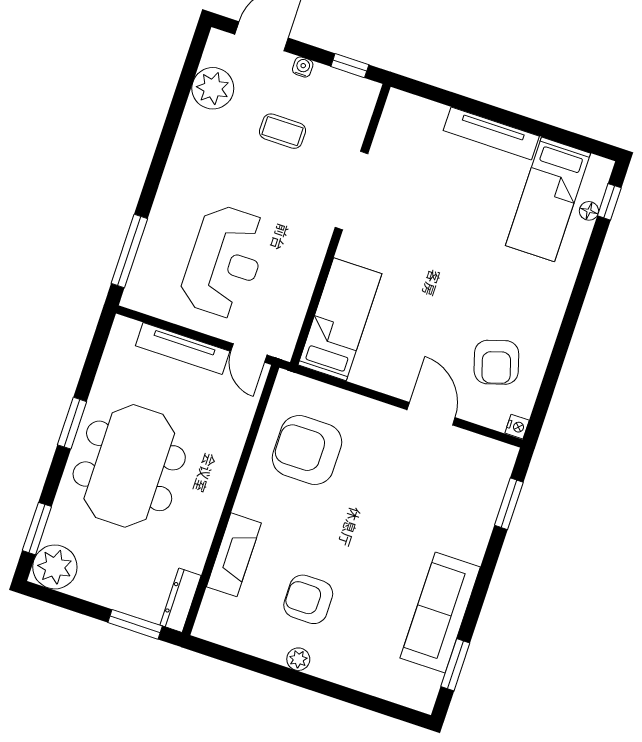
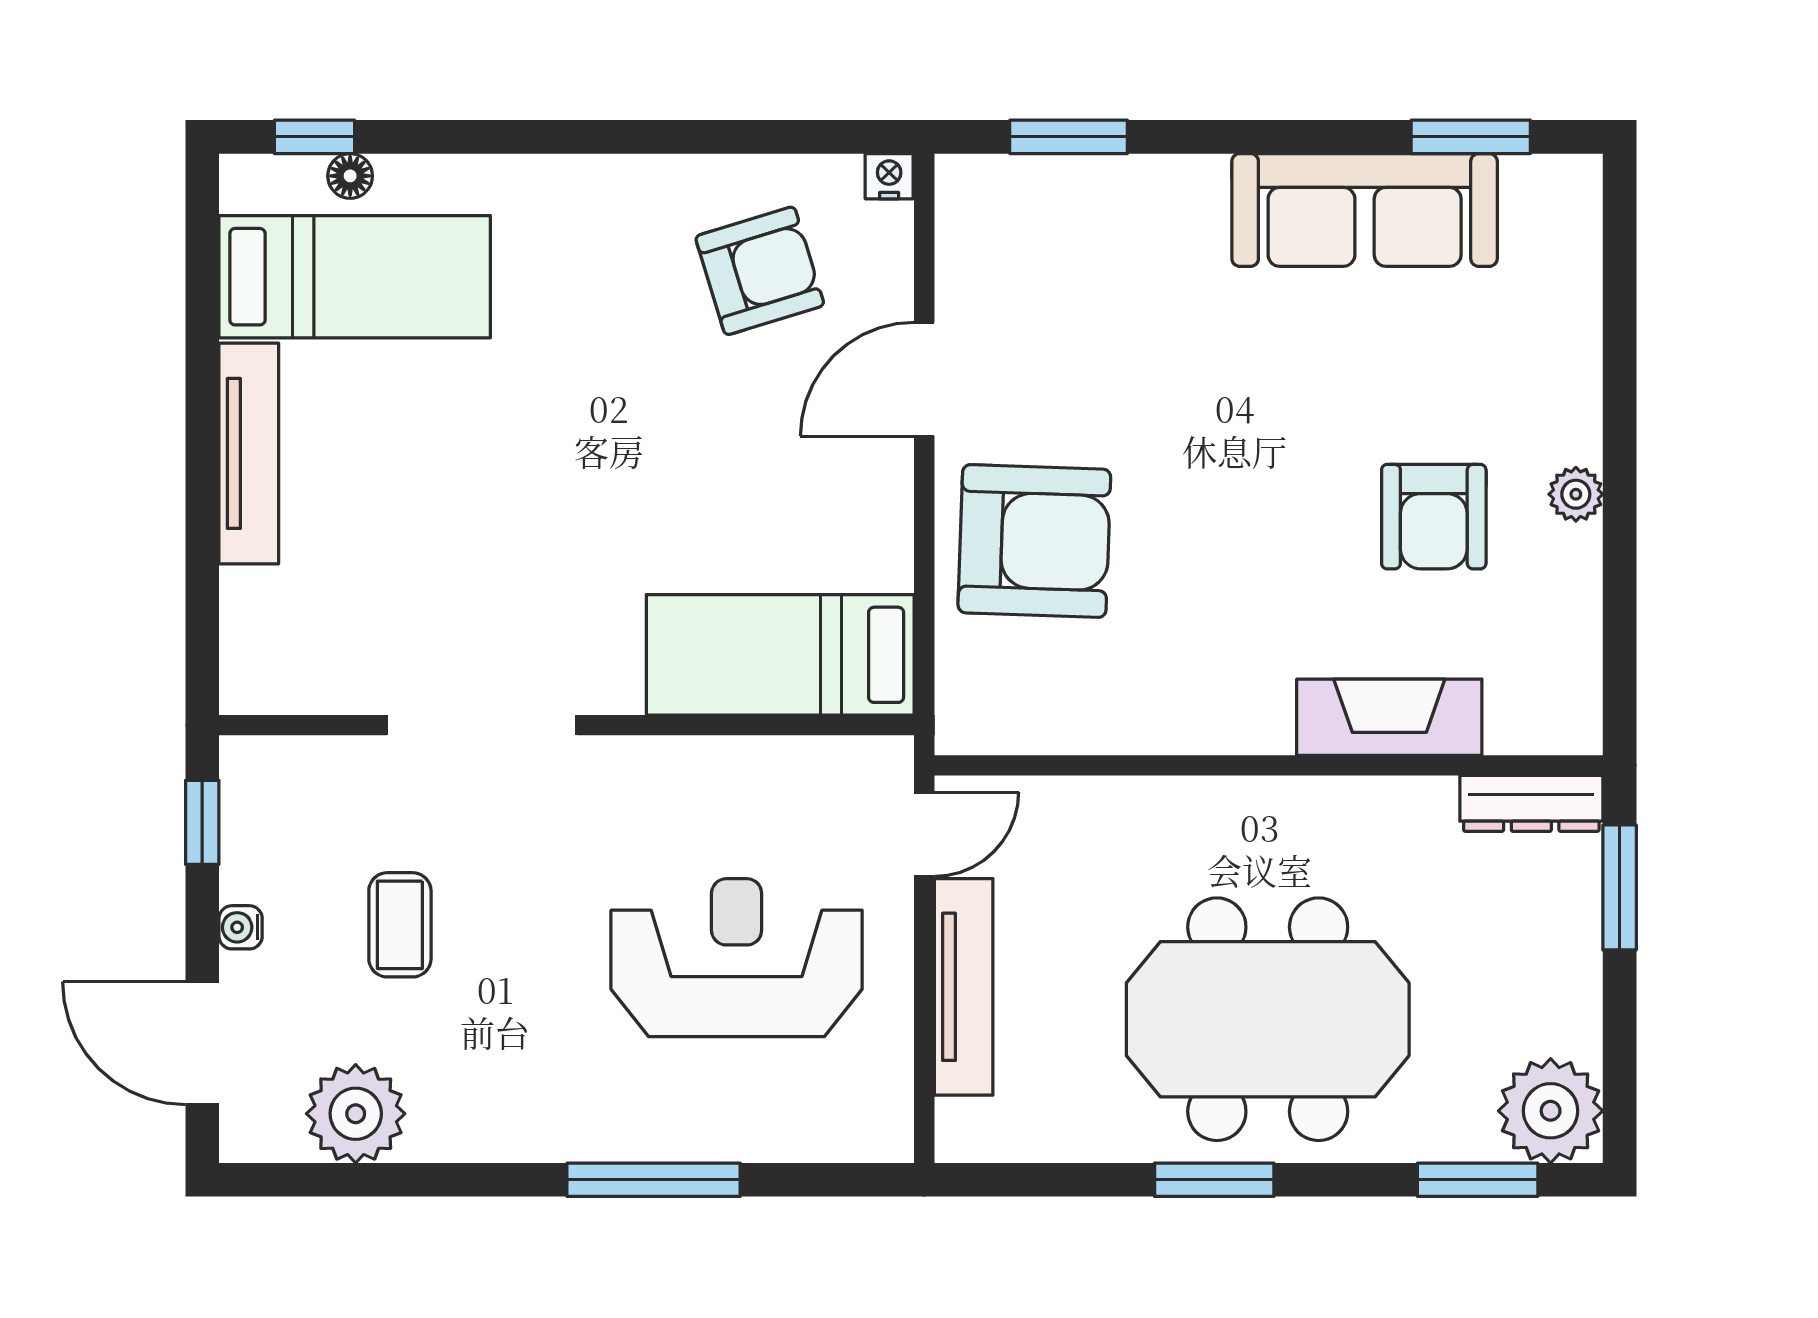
window: (129, 251) -> (654, 1180), moved
armchair: (307, 450) -> (1034, 541), moved, turned -88

